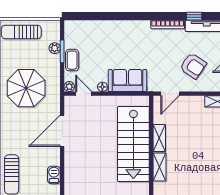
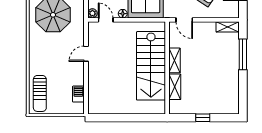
door: (170, 94) -> (184, 20), hinge flipped
door: (62, 131) -> (86, 54), width x0.53

